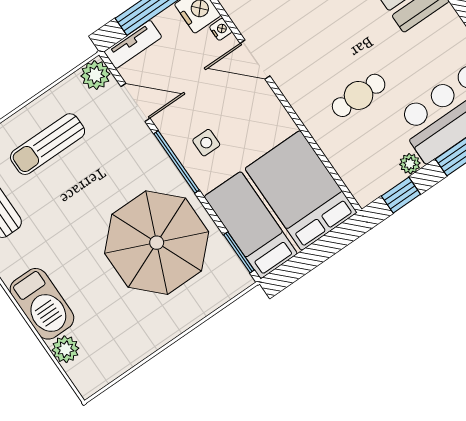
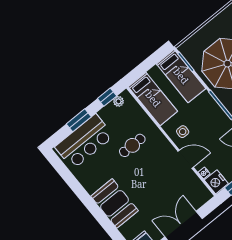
side table: (206, 143) -> (183, 132), moved
plant: (410, 164) -> (118, 101), moved
bed: (301, 190) -> (153, 99), width x0.67

